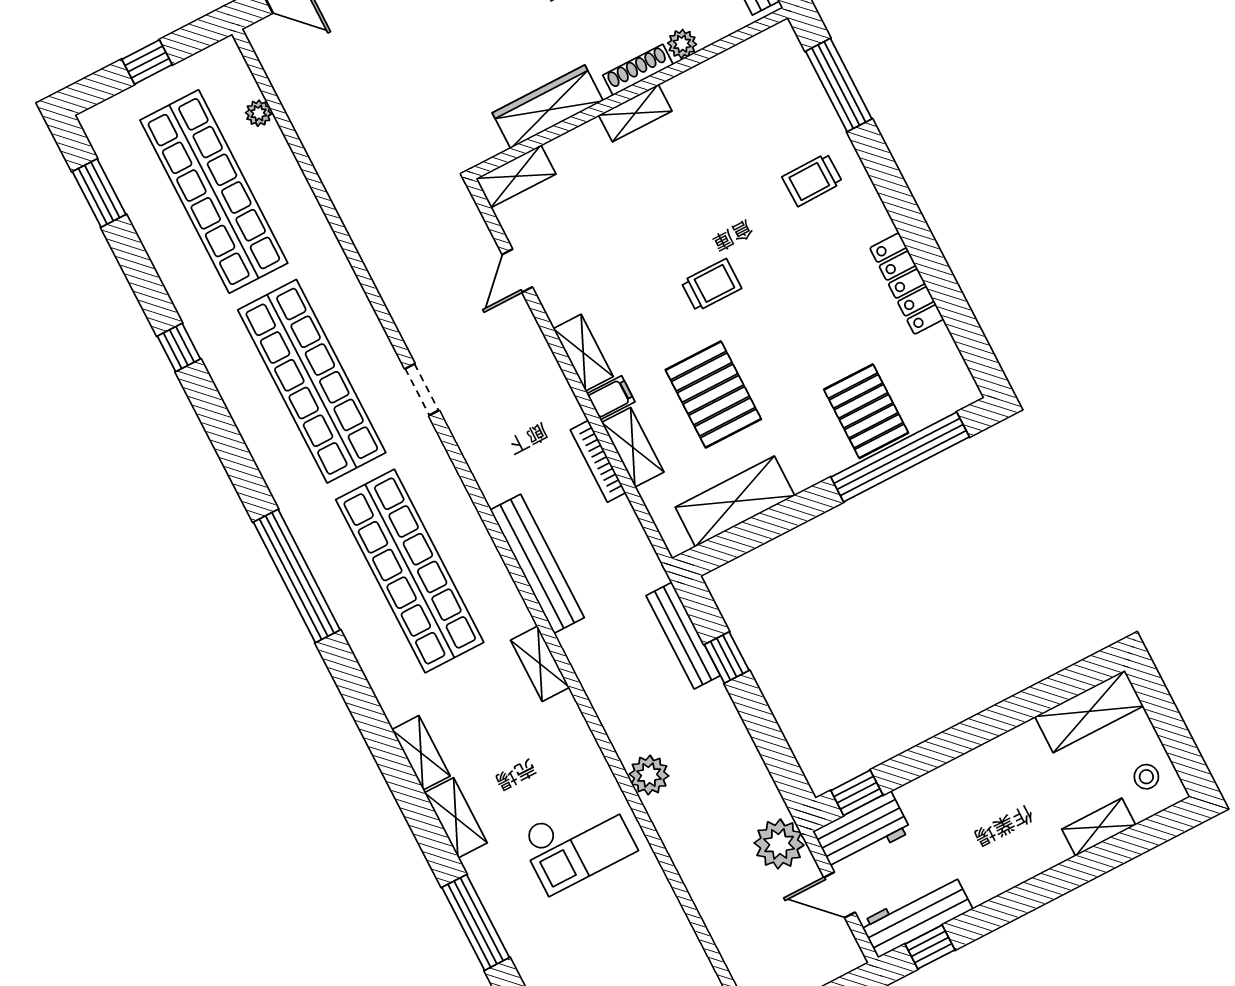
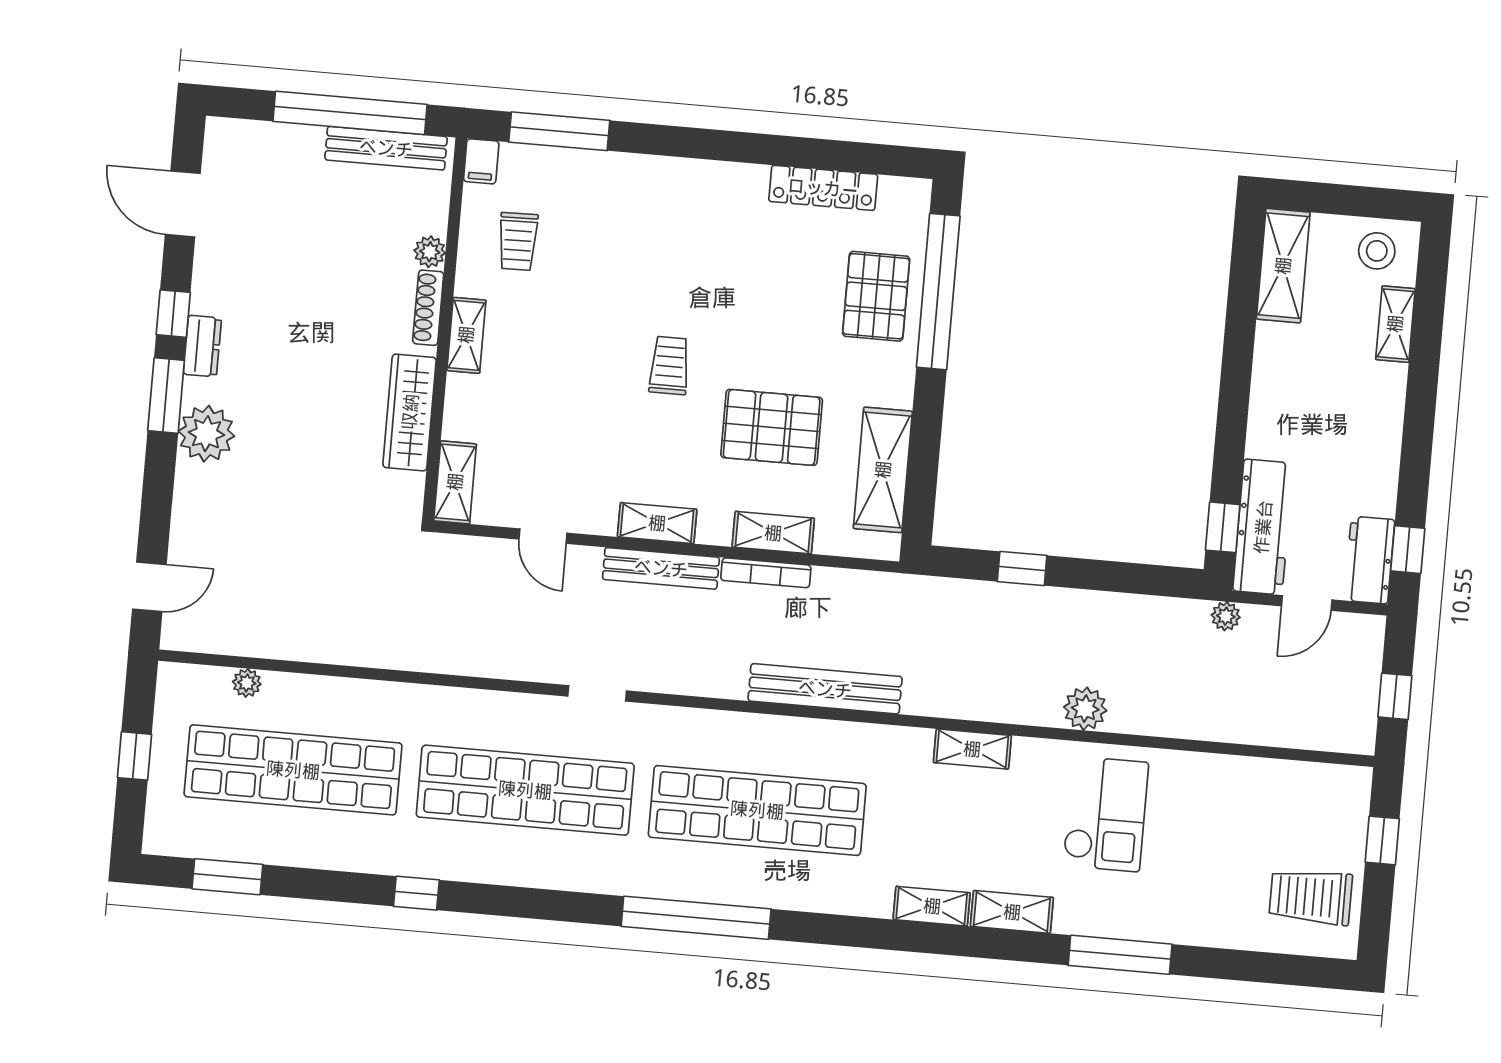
trolley: (812, 180) -> (518, 241), moved
locker: (907, 284) -> (823, 188), moved
filing cabinet: (611, 398) -> (481, 161), moved, turned 180
pallet: (866, 411) -> (876, 296), turned 90
bench: (683, 636) -> (661, 568), moved
shelving: (540, 664) -> (972, 749), moved
stool: (1146, 777) -> (1377, 251), width x1.37, depth x1.37
workbench: (862, 831) -> (1263, 527), width x1.38
plant: (779, 844) -> (1226, 616), width x0.53, depth x0.53
workbench: (916, 916) -> (1370, 560), width x0.73

